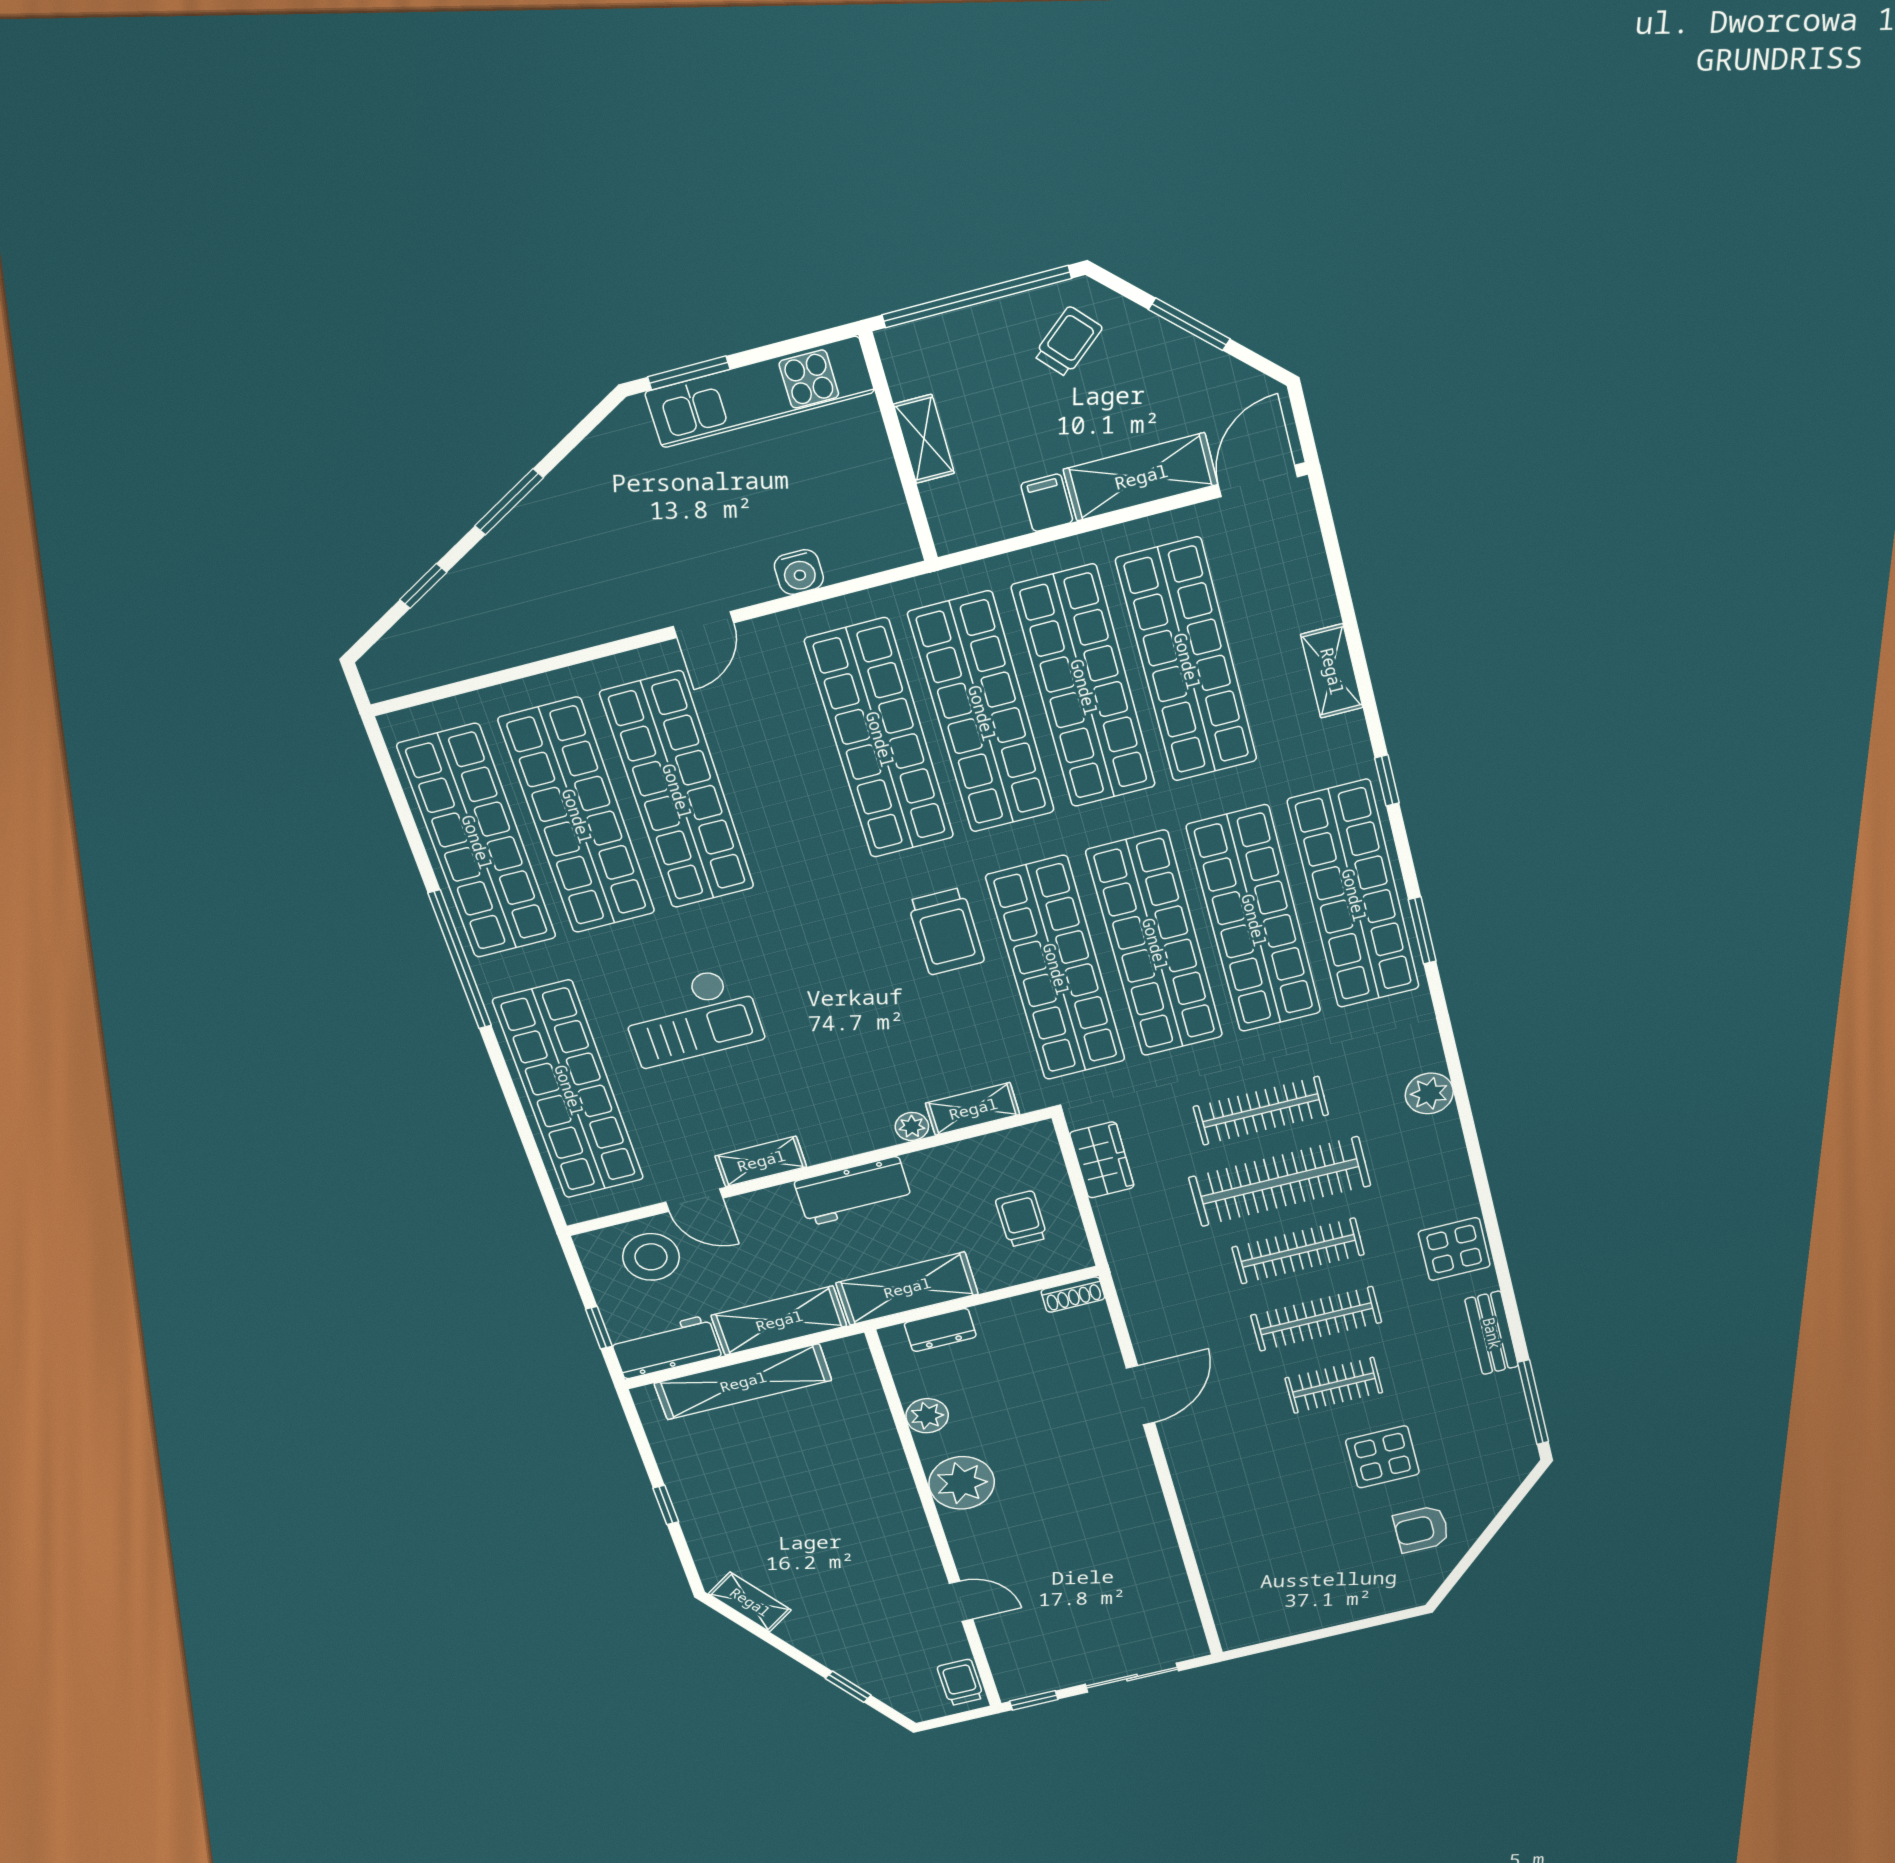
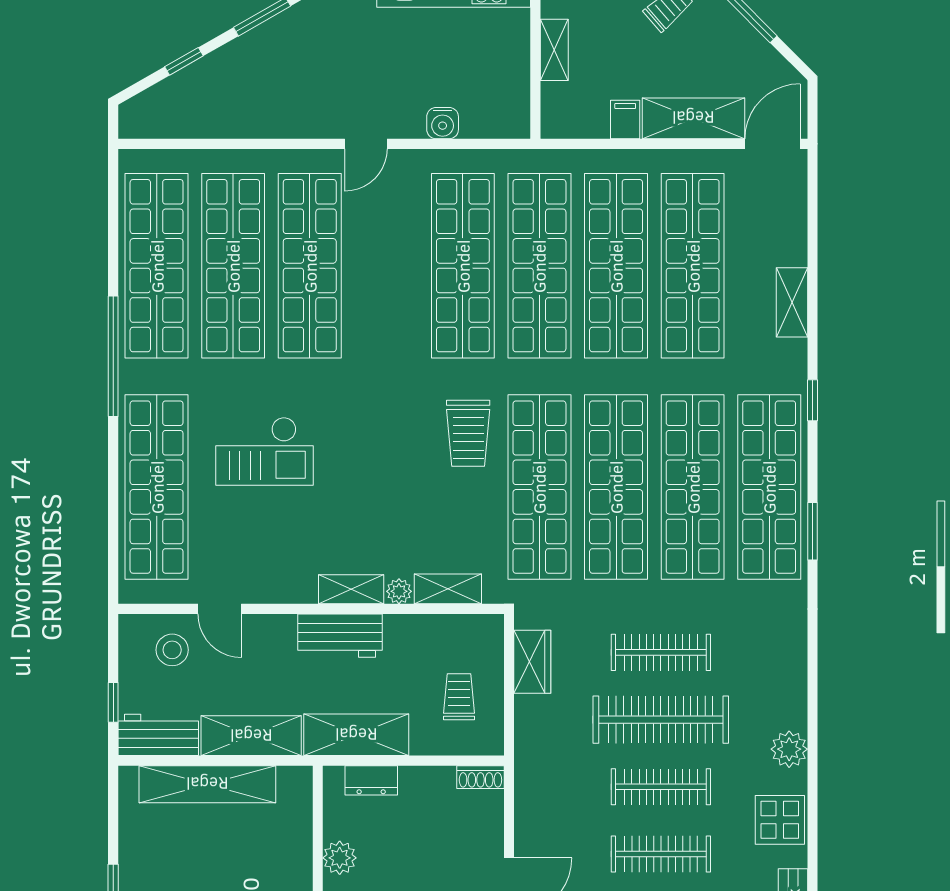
plant: (1429, 1093) -> (789, 749), moved
shelving: (761, 1161) -> (351, 589), moved
stool: (651, 1257) -> (172, 650), width x0.73, depth x0.73

